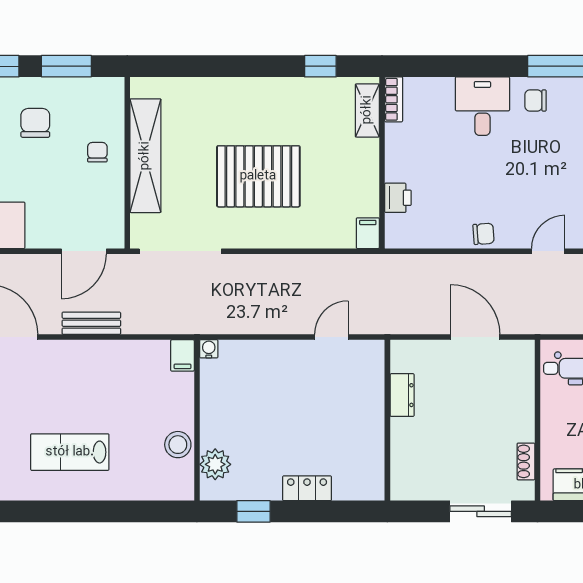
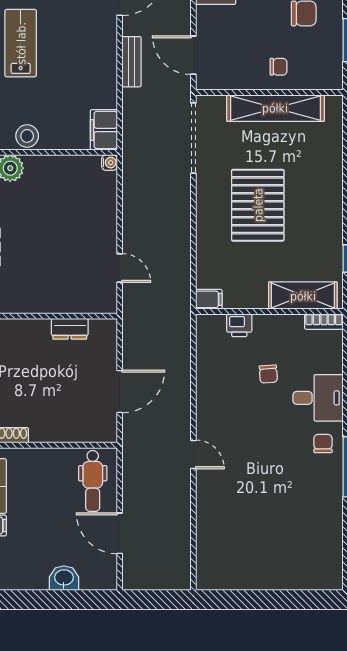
shelving: (367, 110) -> (303, 296), width x1.50, depth x1.33
chair: (484, 234) -> (268, 374), moved
filing cabinet: (182, 355) -> (104, 130), width x2.00

